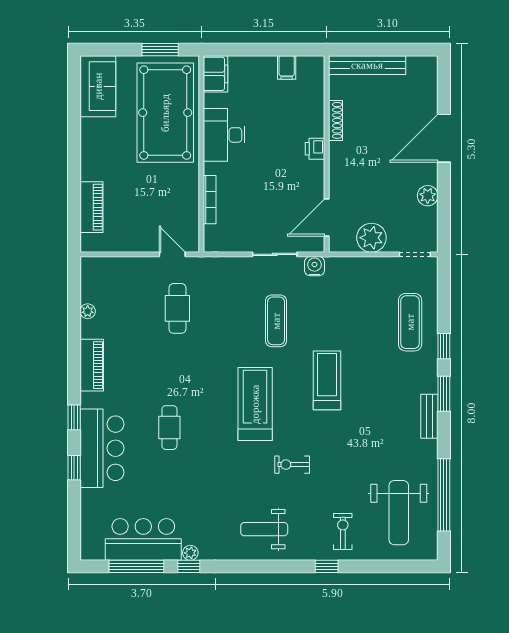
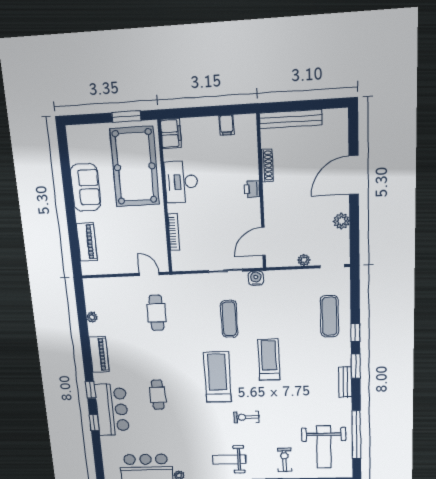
sofa: (98, 86) -> (85, 187), moved
plant: (371, 238) -> (304, 260), width x0.53, depth x0.53

